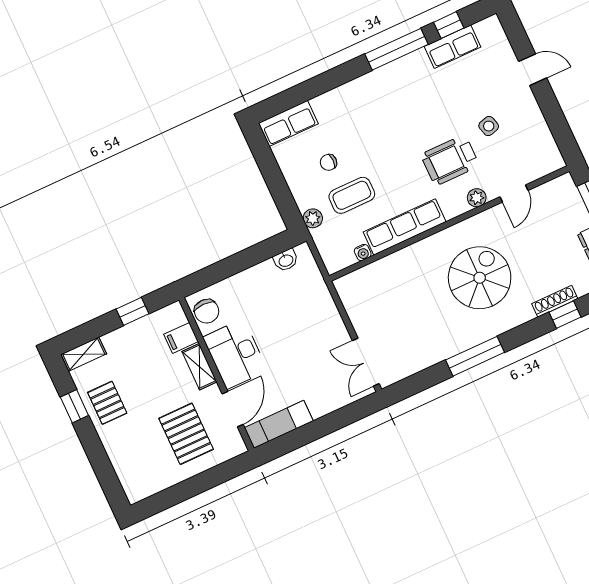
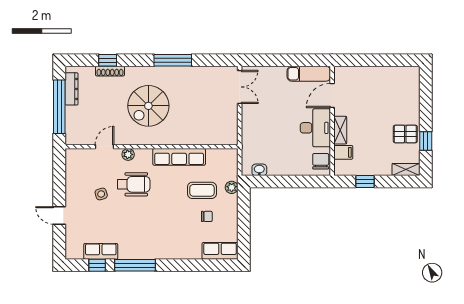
water cooler: (363, 253) -> (211, 153), removed
pallet: (107, 403) -> (405, 134), turned 90
pallet: (186, 434) -> (367, 94), removed

